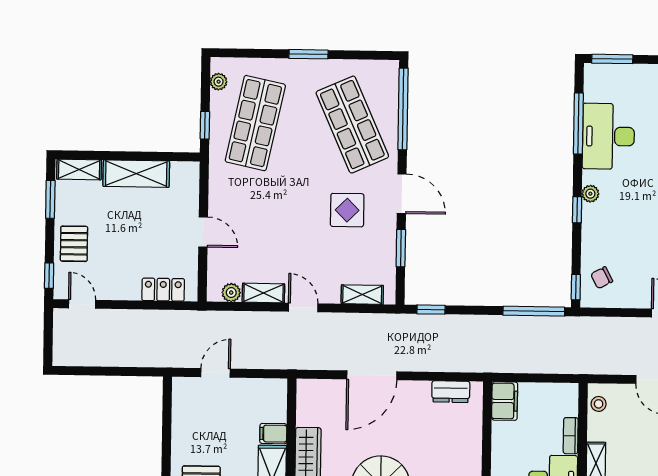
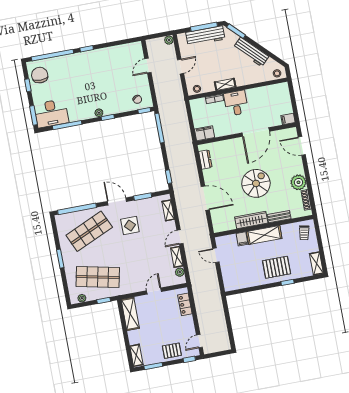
desk: (608, 136) -> (51, 113), moved
shelving: (136, 174) -> (130, 314), moved
door: (402, 194) -> (117, 201), hinge flipped
door: (216, 373) -> (216, 255), moved

